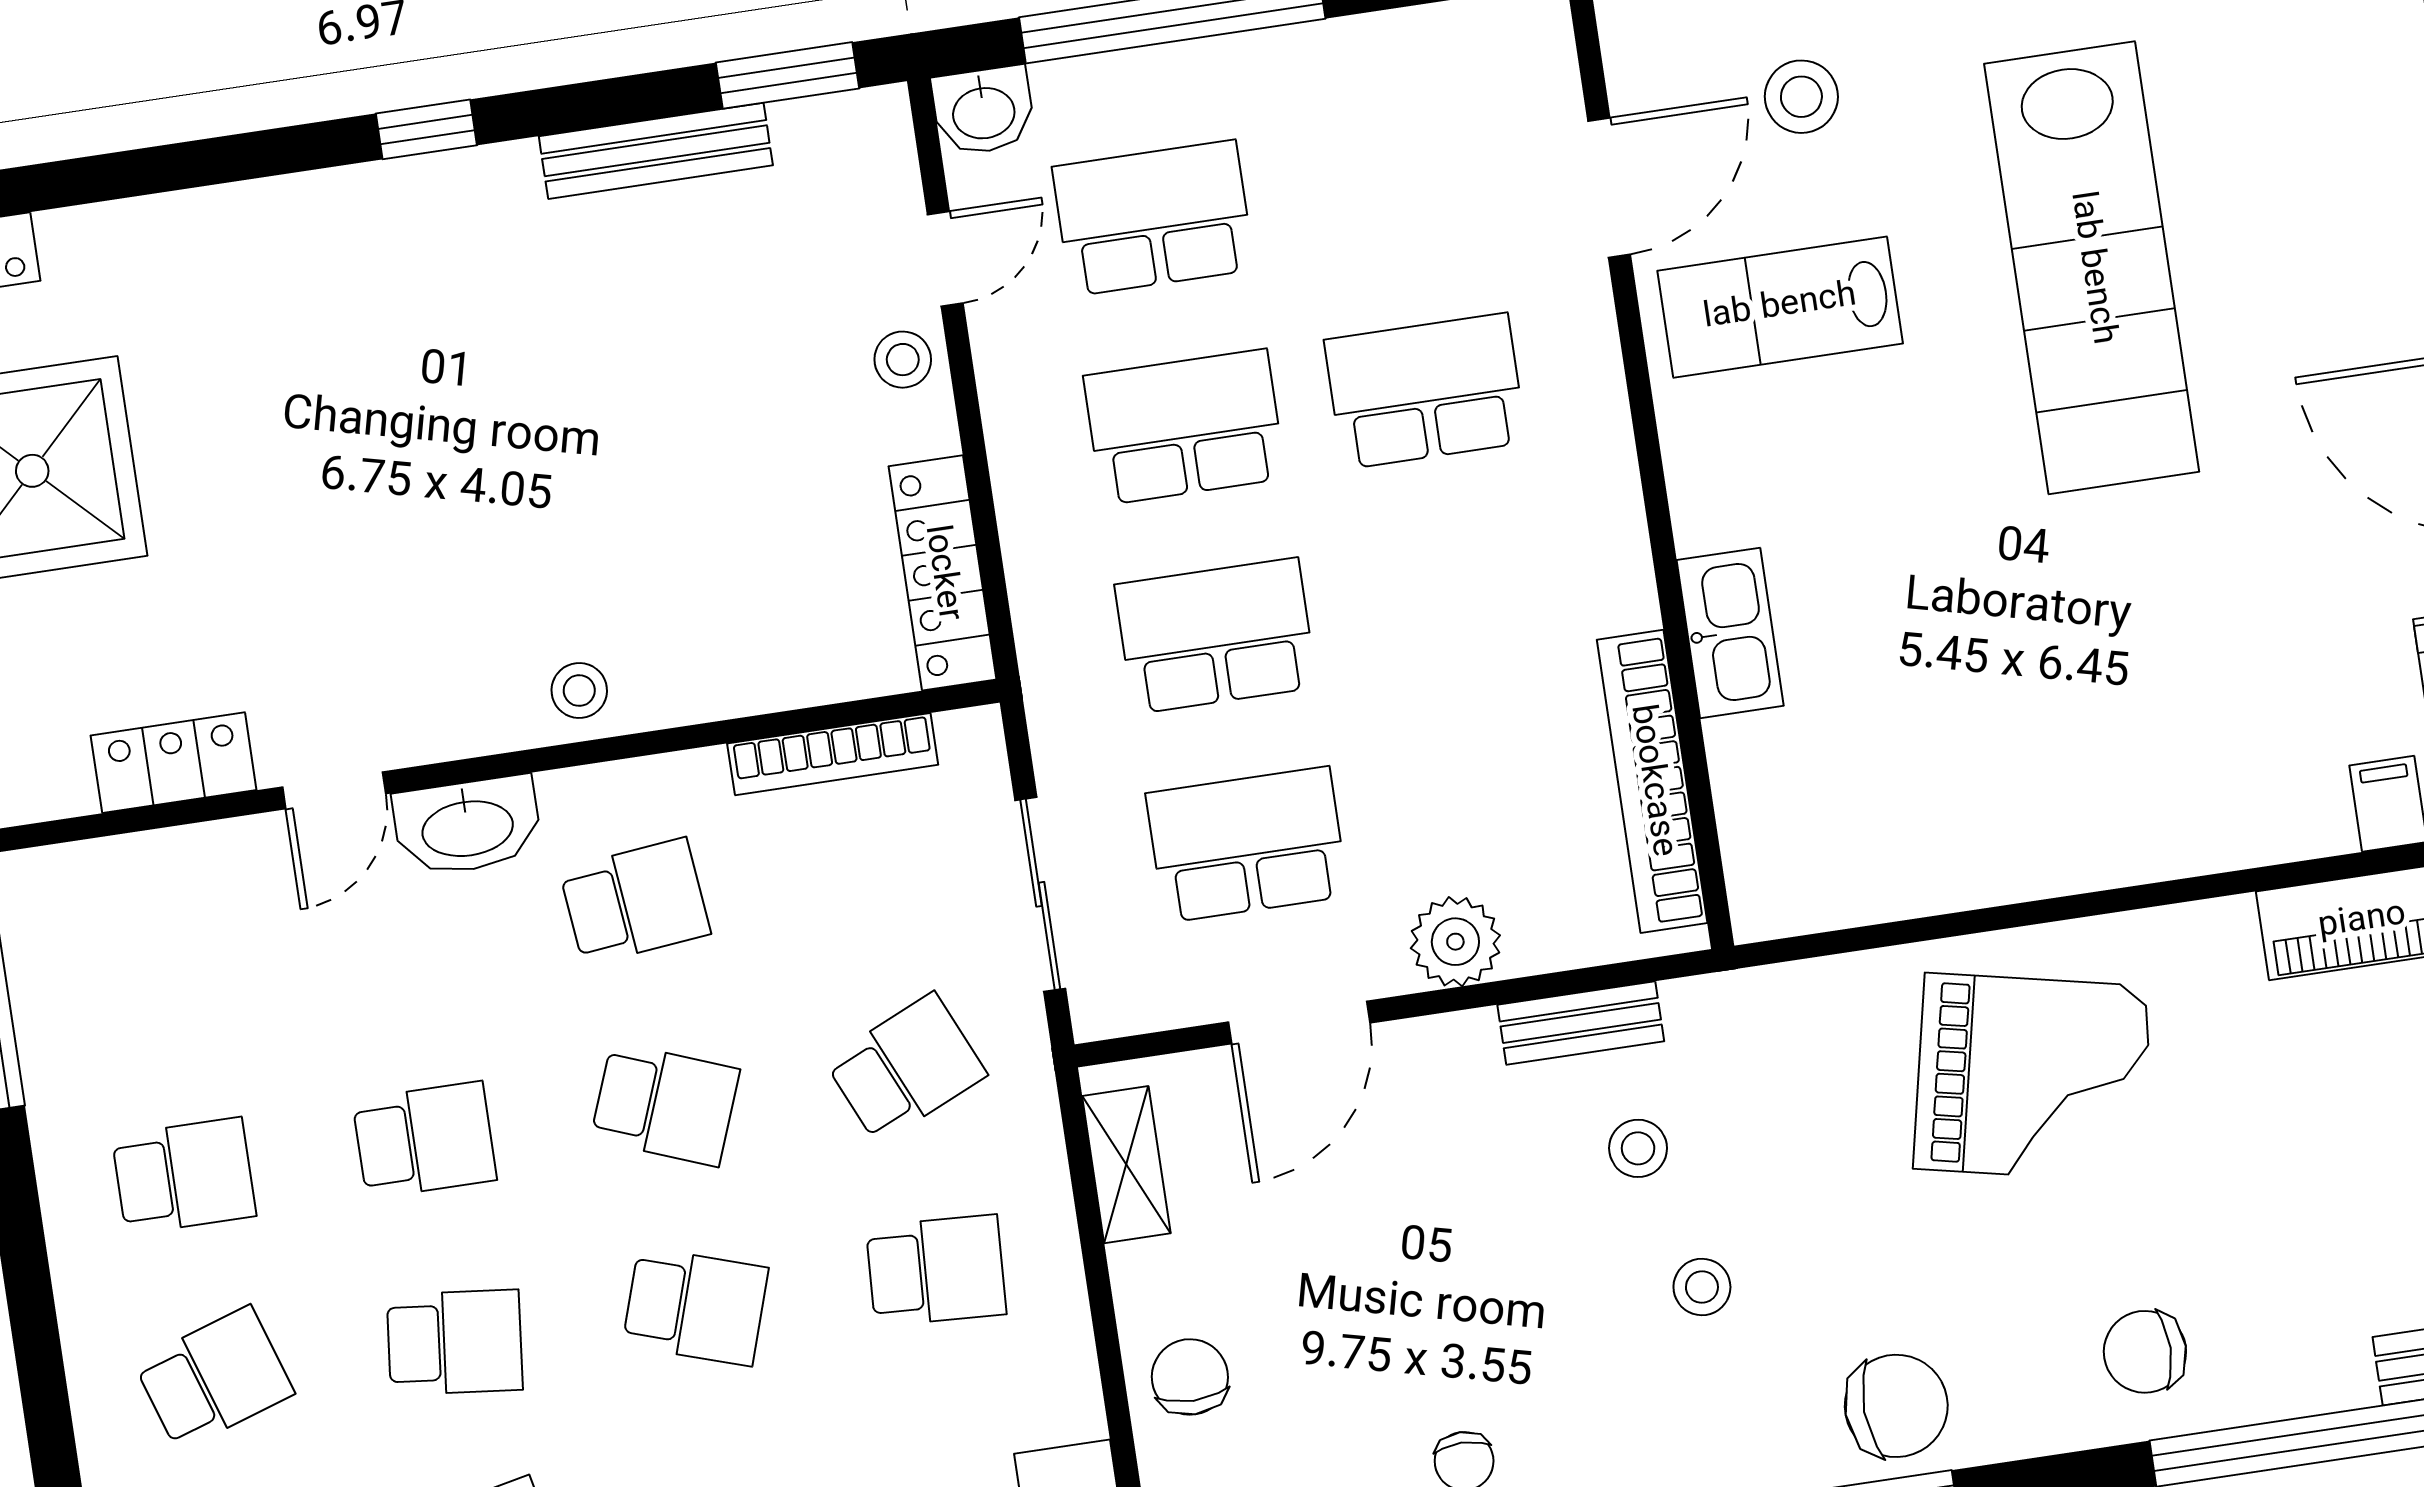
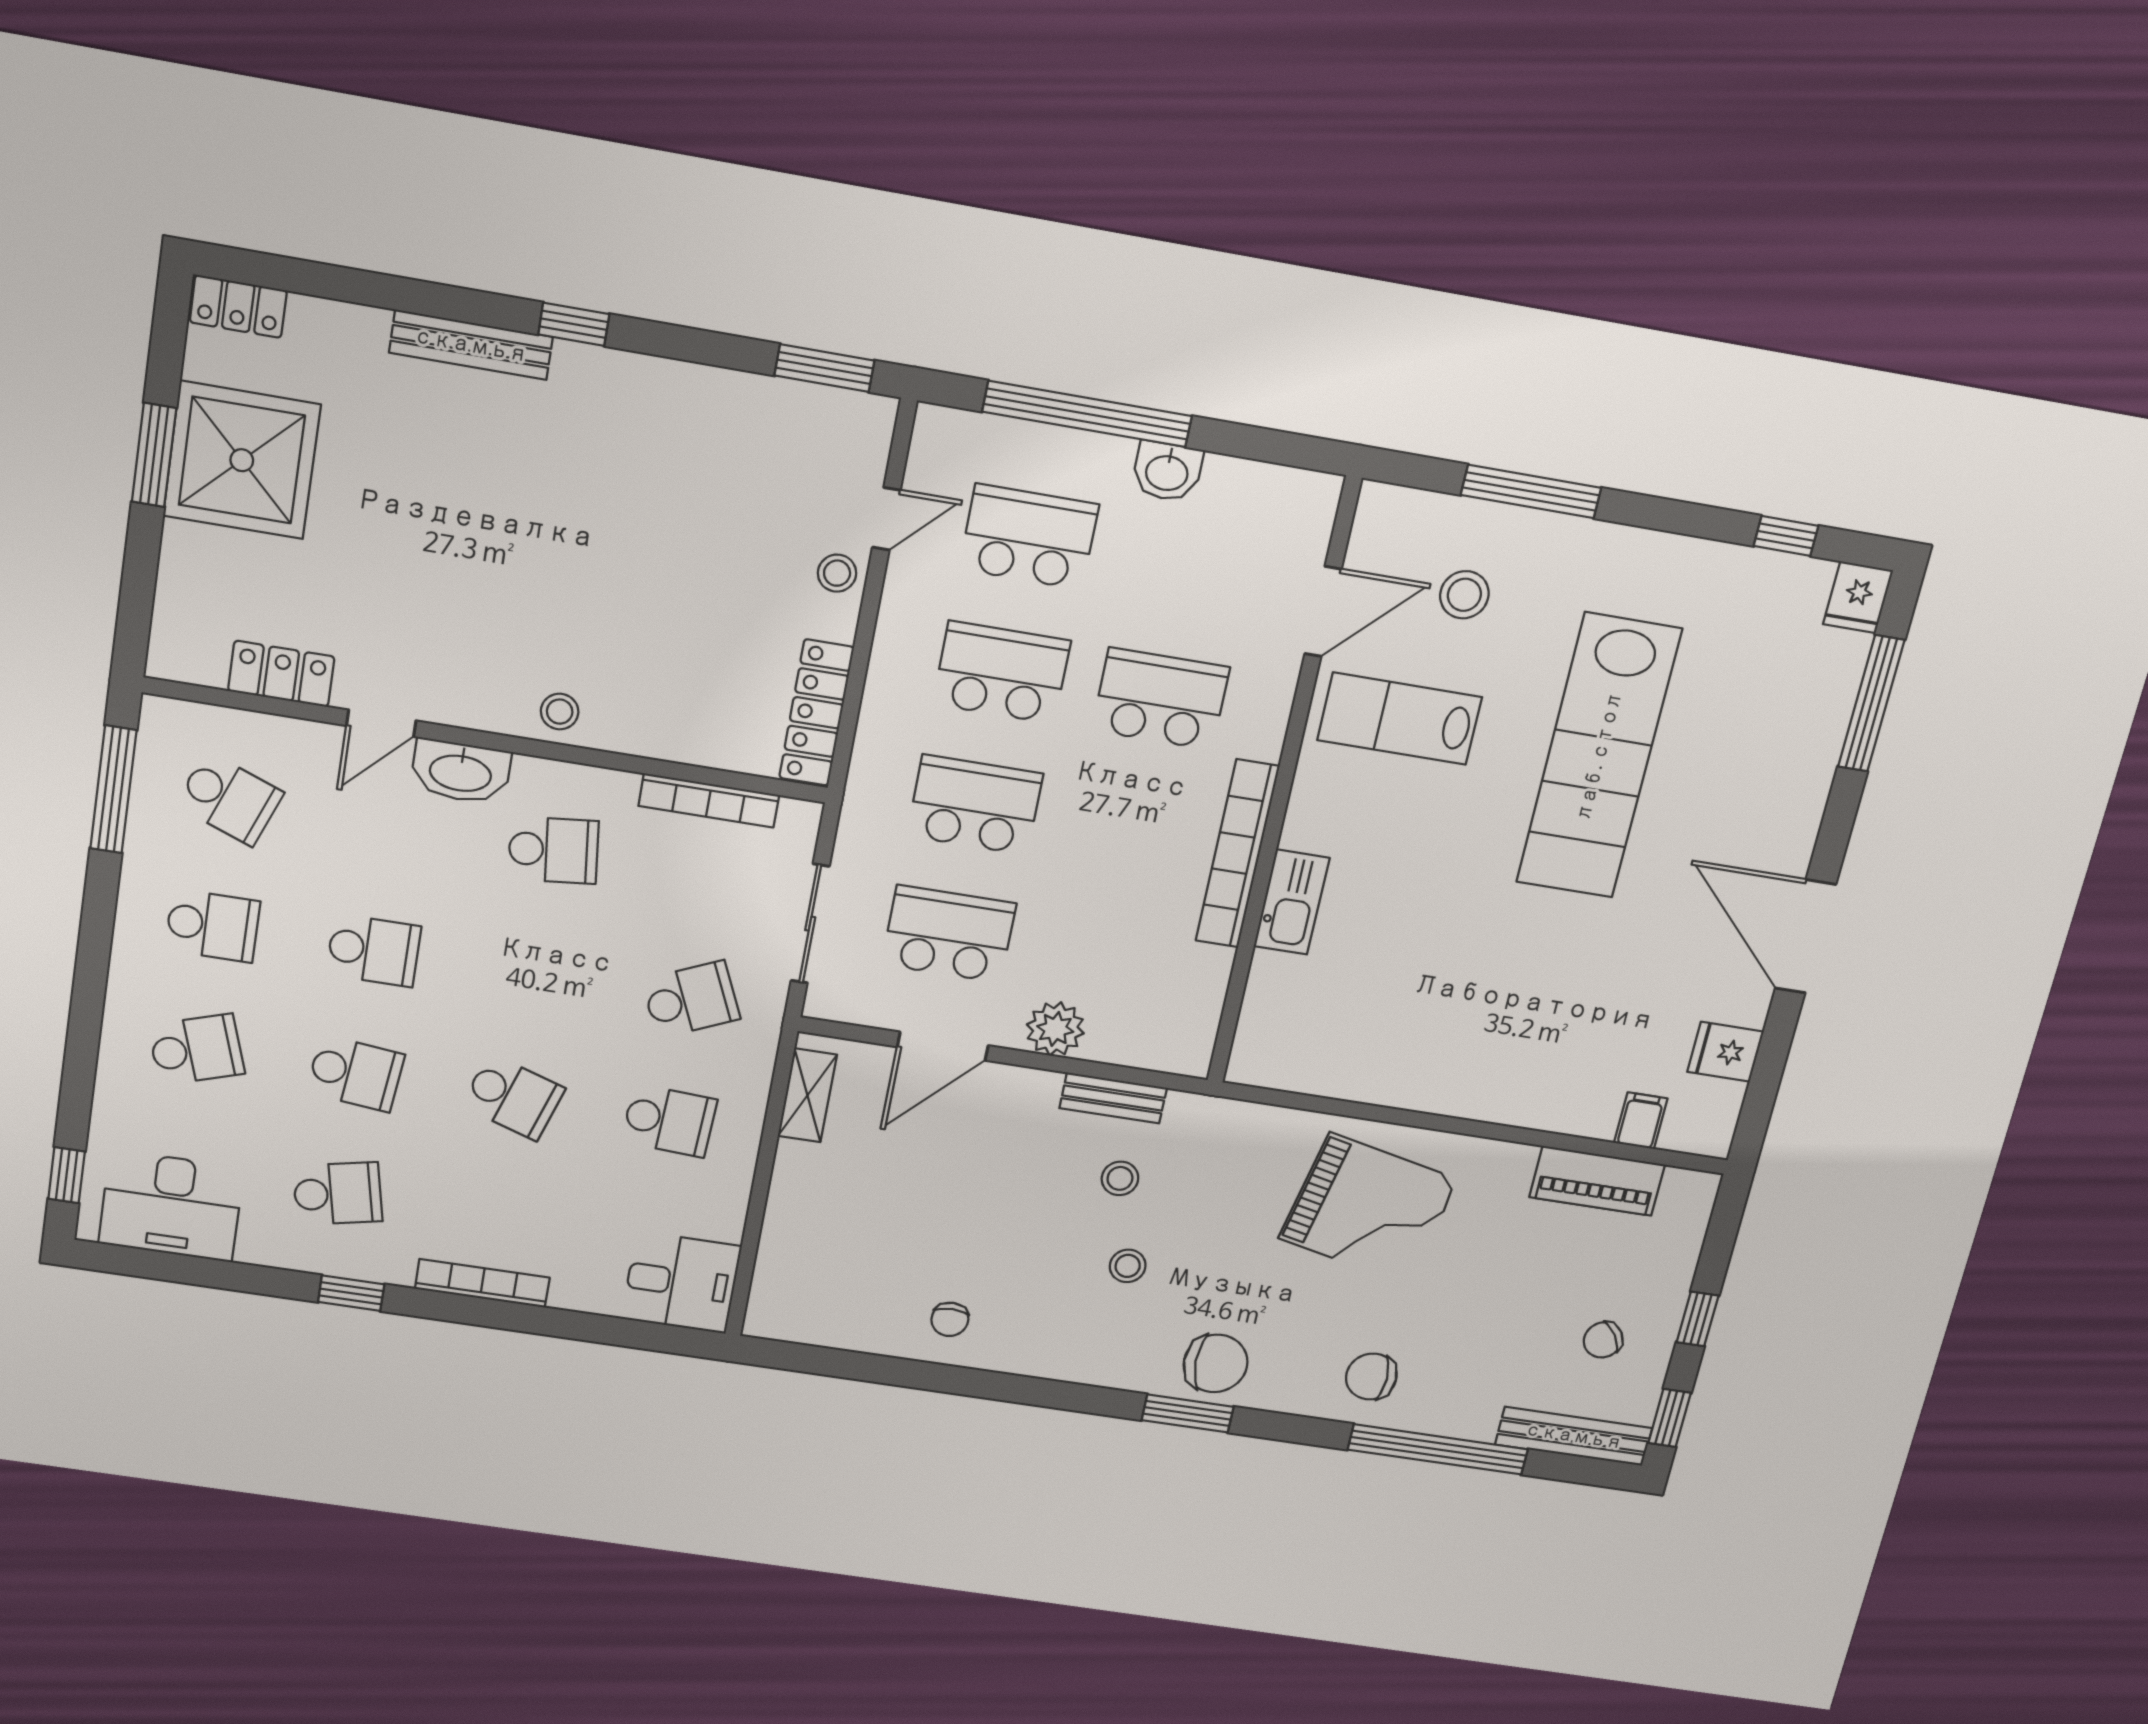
washbasin: (983, 111) -> (1167, 472), moved
bench: (656, 151) -> (471, 345), moved
bookcase: (1652, 781) -> (1237, 854), moved
school desk: (665, 1104) -> (229, 799), moved
chair: (1190, 1377) -> (803, 1226), removed

